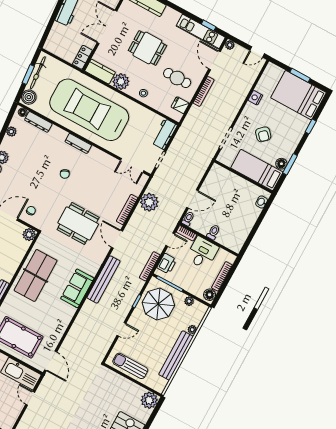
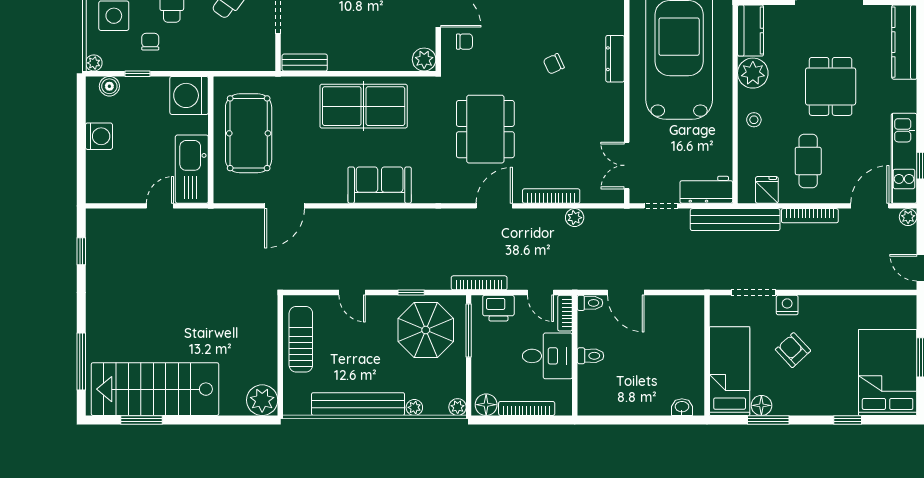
nightstand: (255, 98) -> (787, 305), moved
armchair: (263, 134) -> (793, 350), turned 90
plant: (149, 202) -> (575, 218), width x0.53, depth x0.53
bench: (103, 279) -> (735, 220), moved
plant: (189, 301) -> (458, 407), moved
door: (51, 361) -> (284, 206), moved

